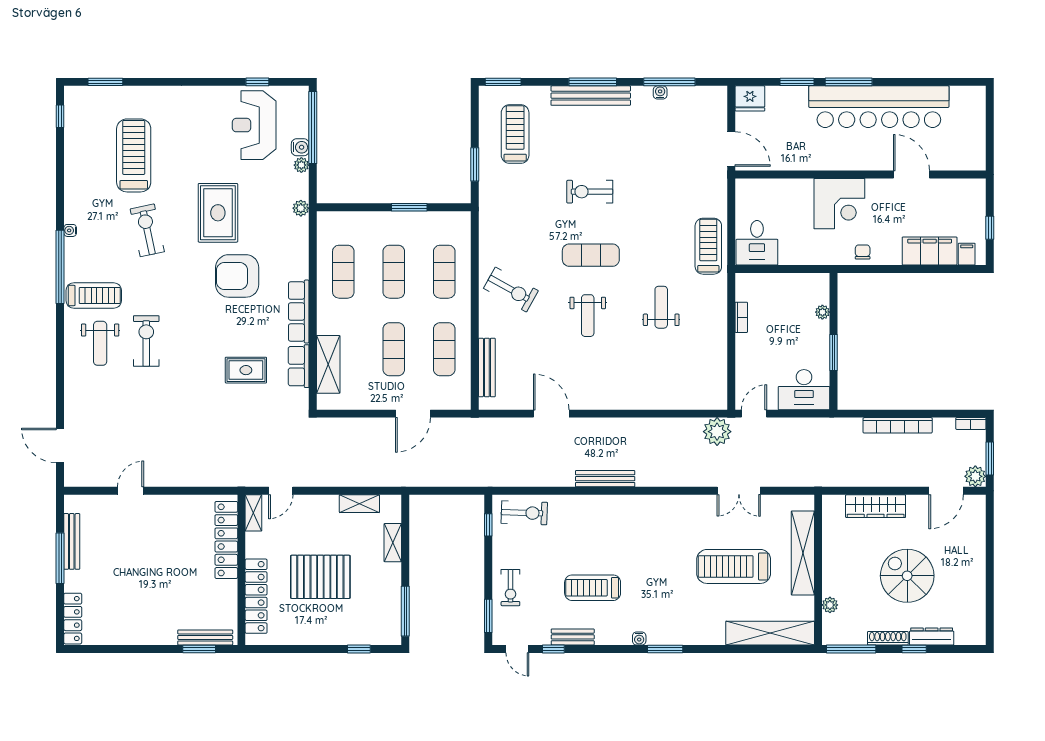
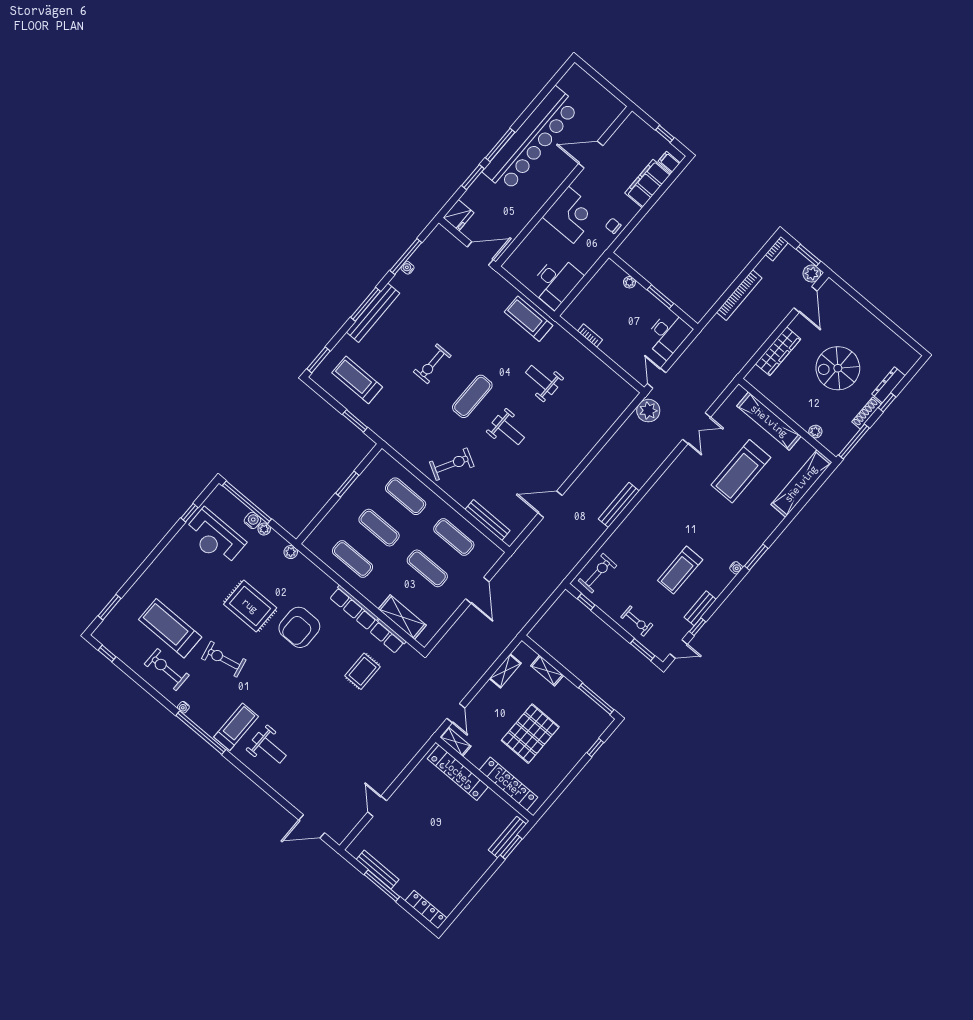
desk: (757, 243) -> (556, 282), width x1.37
exercise bike: (146, 341) -> (167, 670), moved

